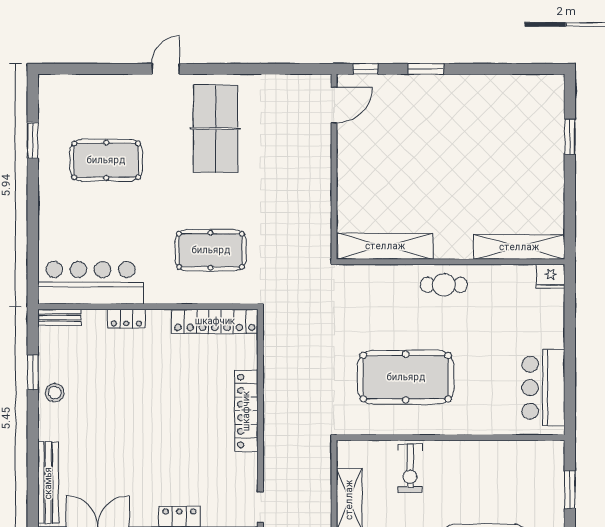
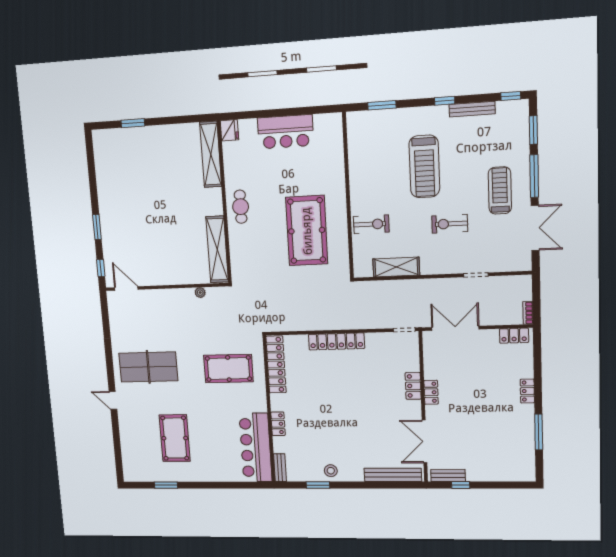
plant: (324, 216) -> (200, 293), added
pool table: (211, 250) -> (228, 369), turned 90
bar counter: (543, 388) -> (286, 132), moved

